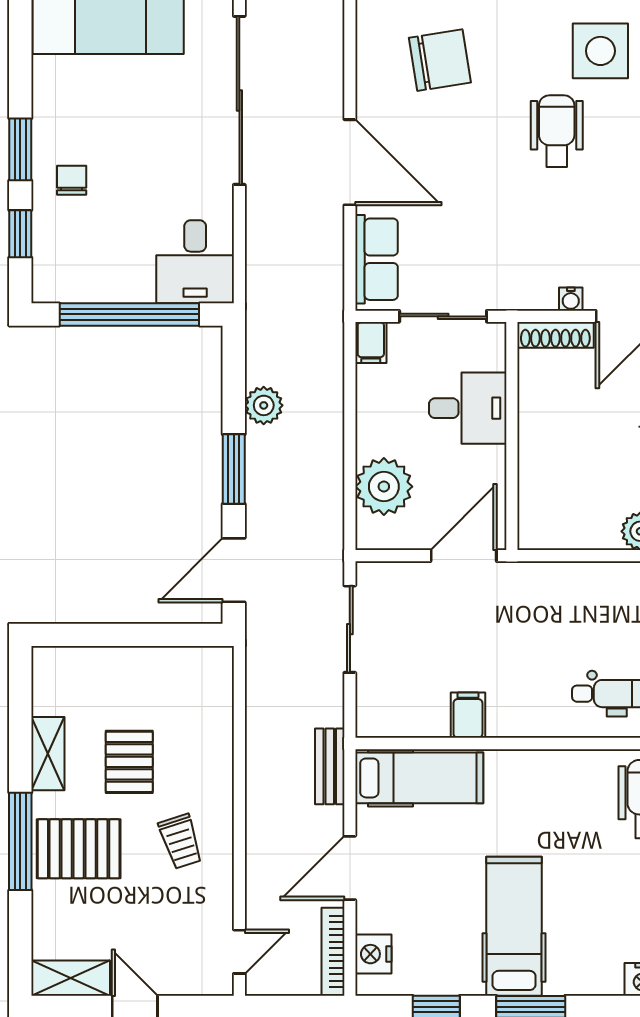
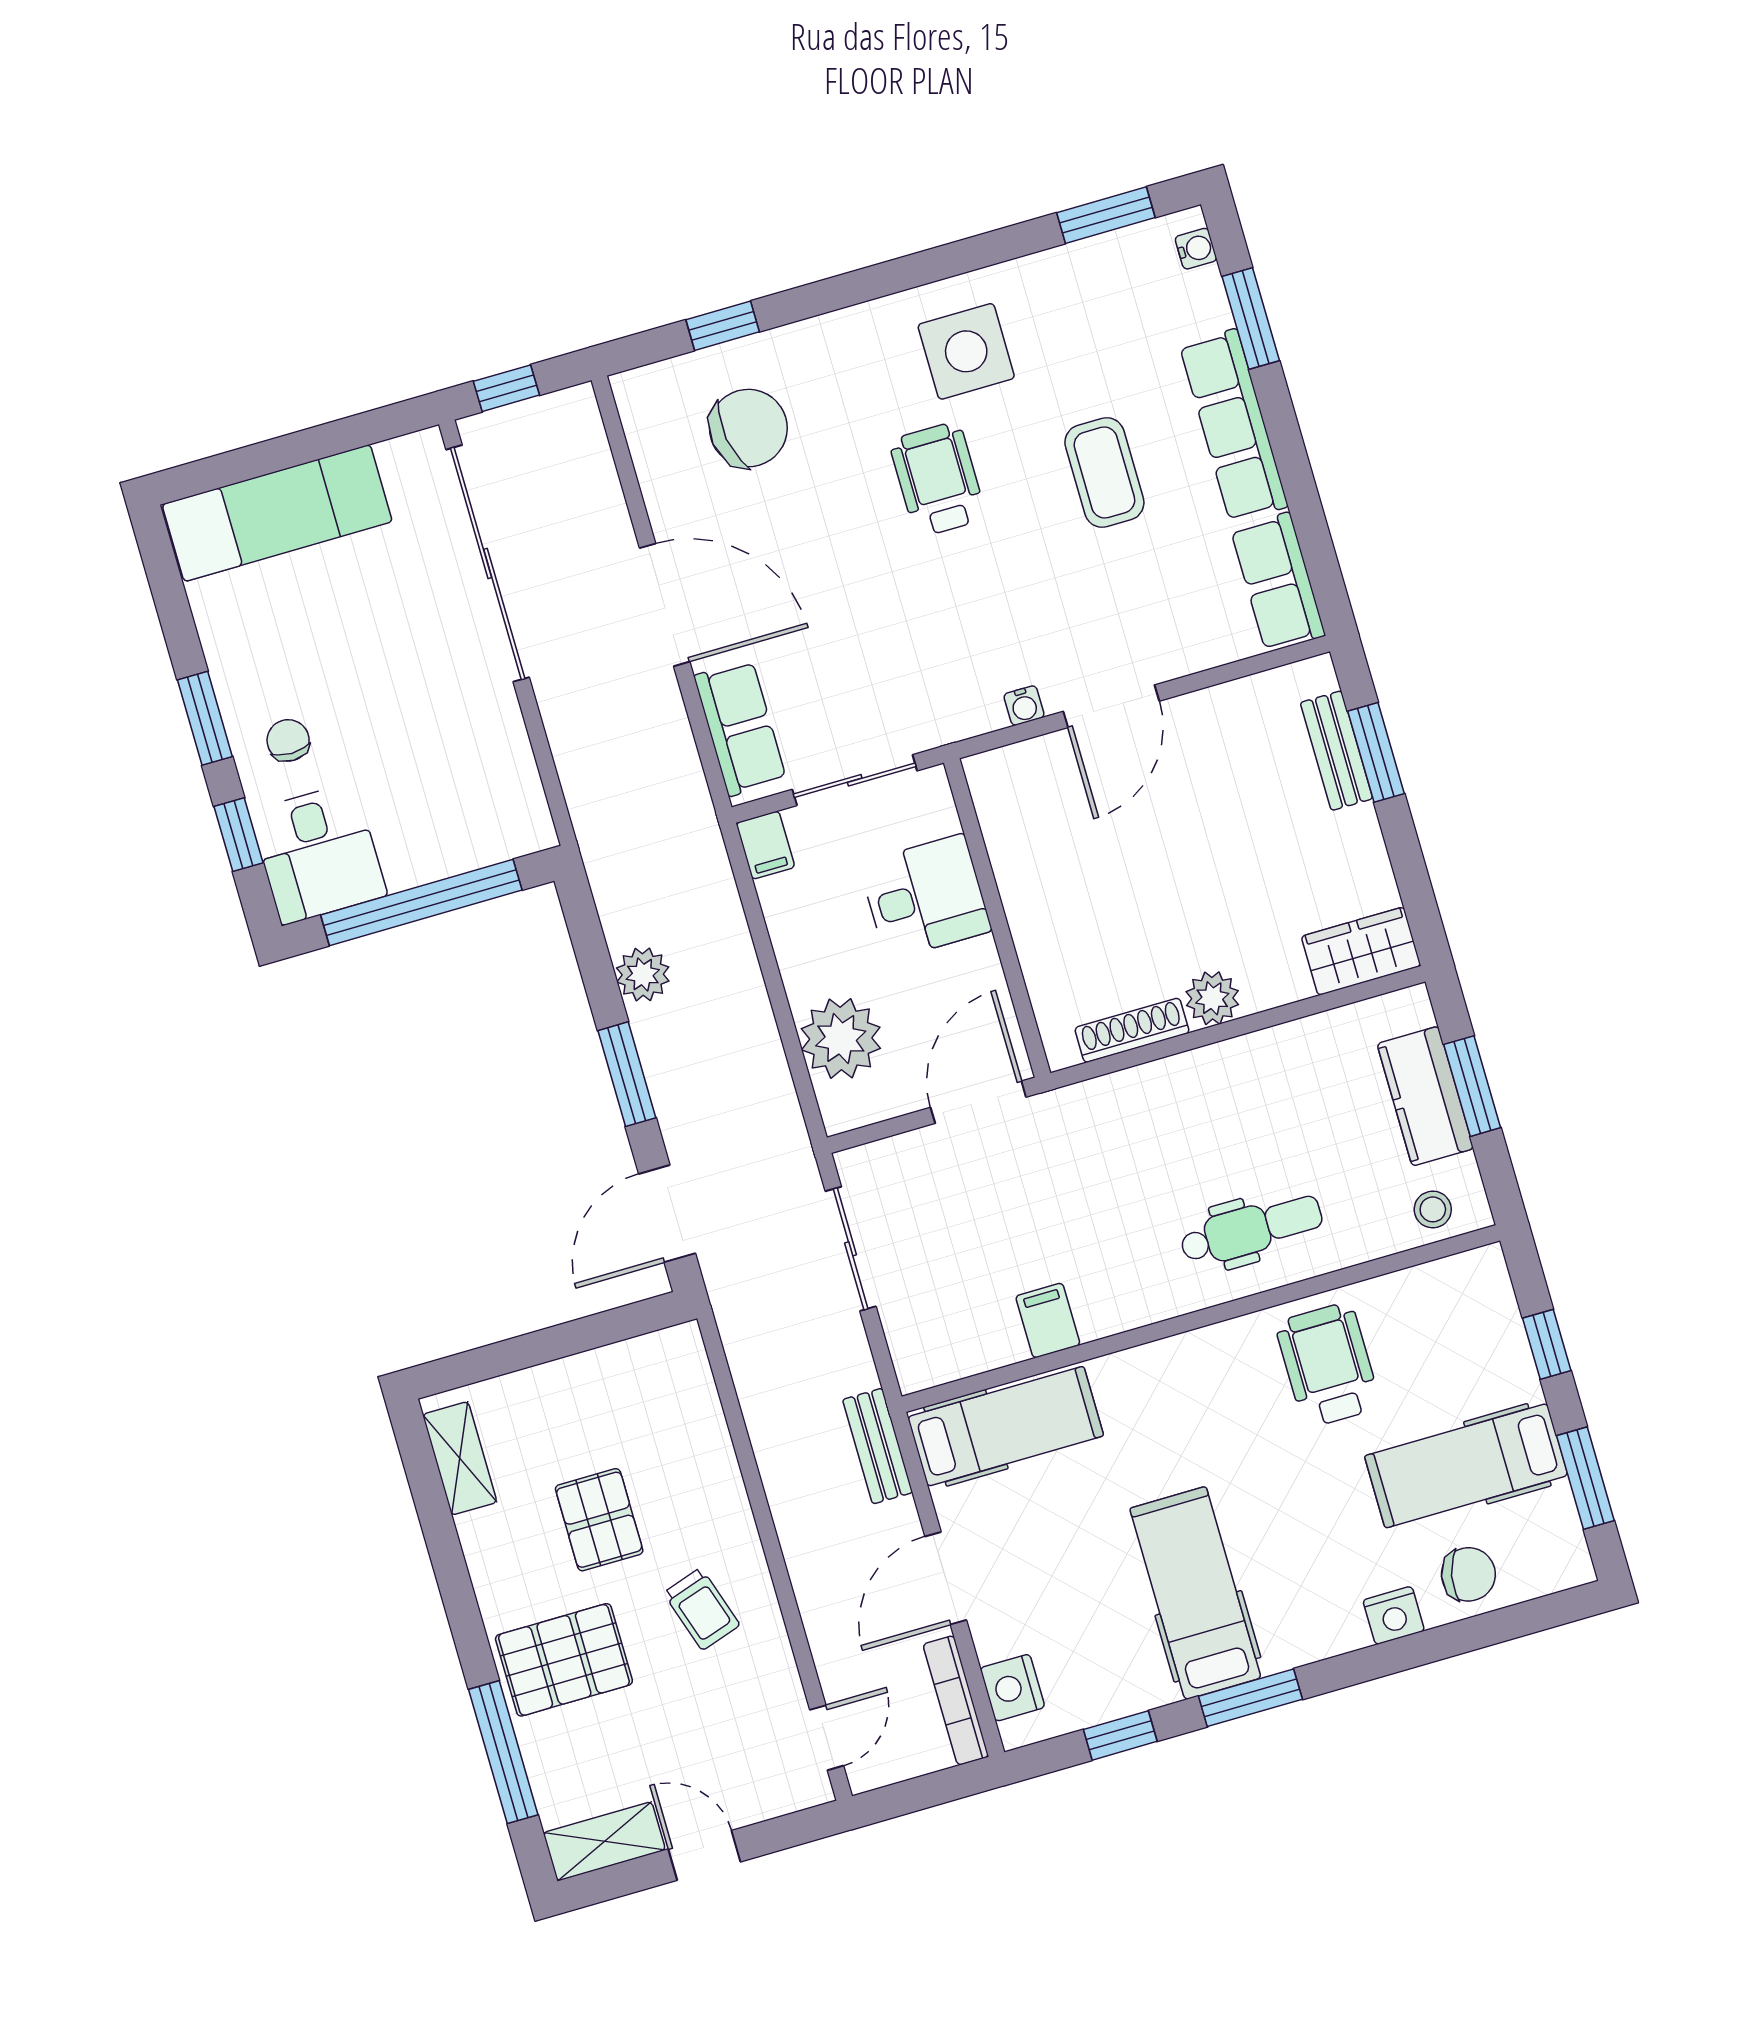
desk: (195, 262) -> (318, 853), moved
shoe rack: (555, 335) -> (1132, 1030), moved, turned 180
shelving: (48, 754) -> (460, 1458), moved
window: (20, 841) -> (503, 1752), moved

